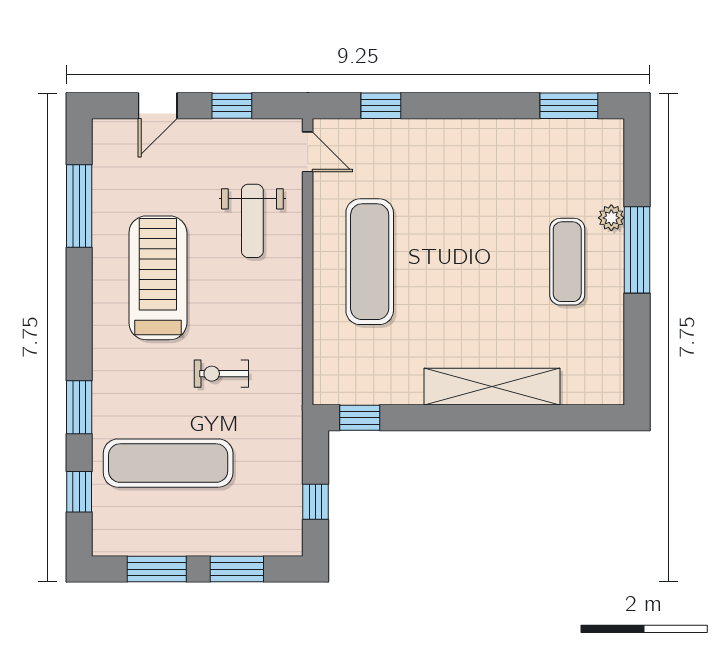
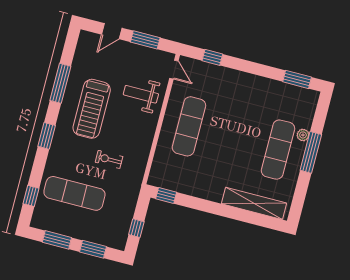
window: (232, 106) -> (145, 40), width x1.50
window: (79, 206) -> (60, 83), moved
weight bench: (252, 221) -> (141, 94), turned 90
exercise mat: (567, 262) -> (278, 150), width x1.36, depth x1.45
treadmill: (158, 278) -> (92, 109), turned 180
shelving: (492, 387) -> (254, 203), moved
window: (79, 407) -> (47, 136), moved

